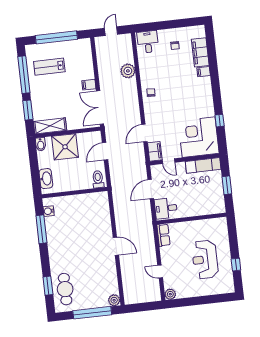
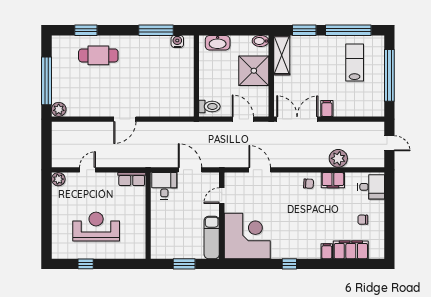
window: (220, 121) -> (289, 264), moved
filing cabinet: (155, 151) -> (333, 180), moved
cafe table: (65, 289) -> (98, 55), moved

